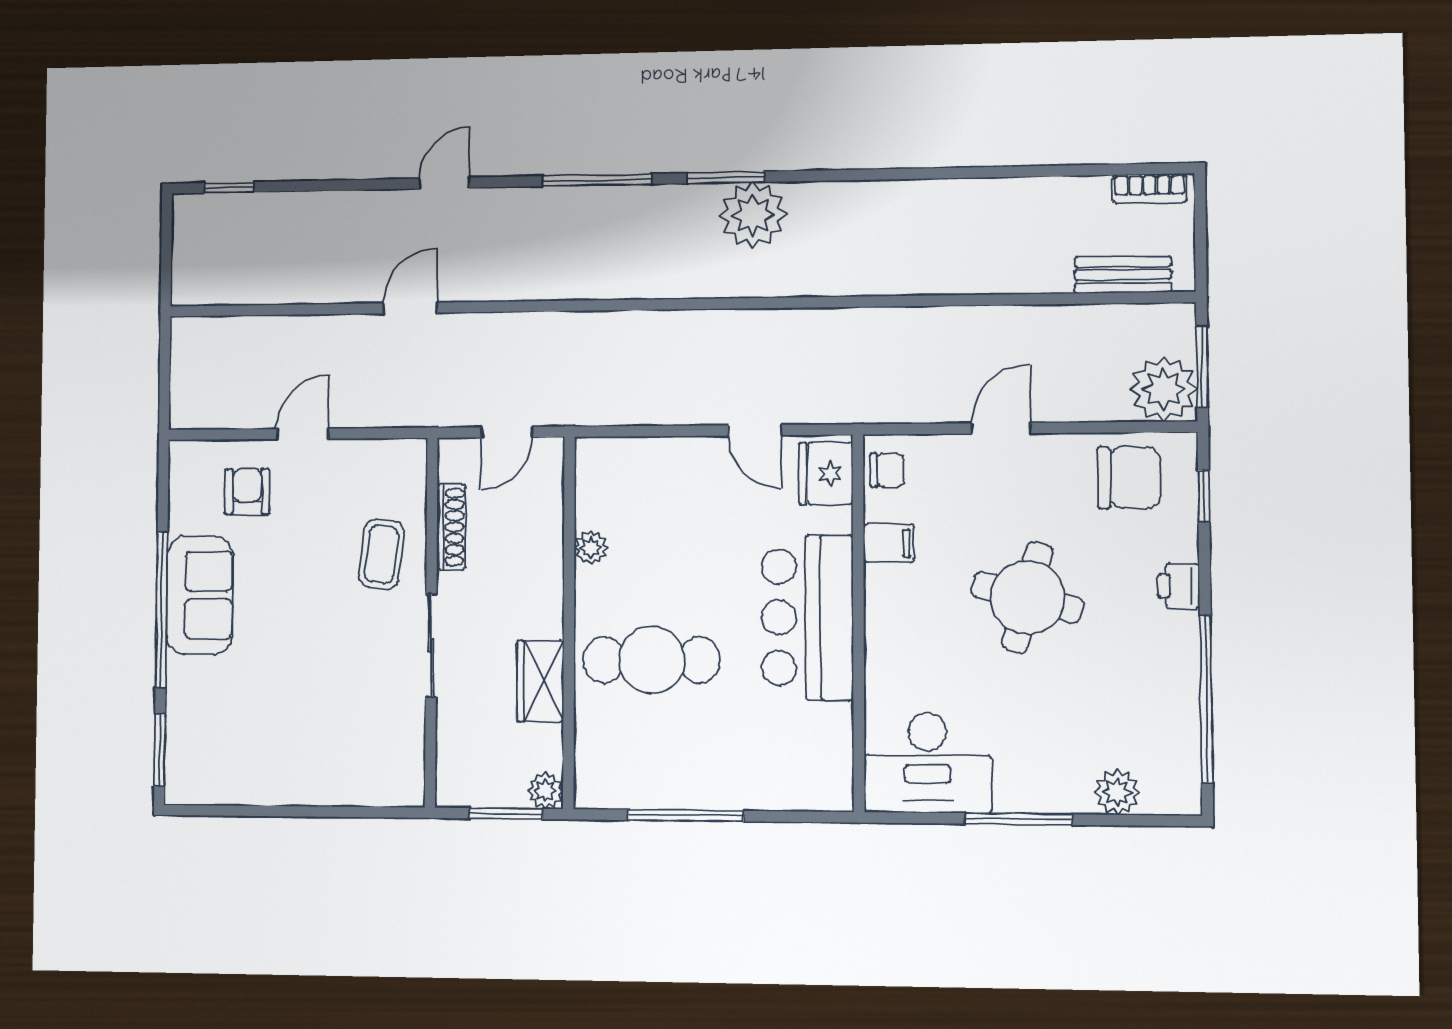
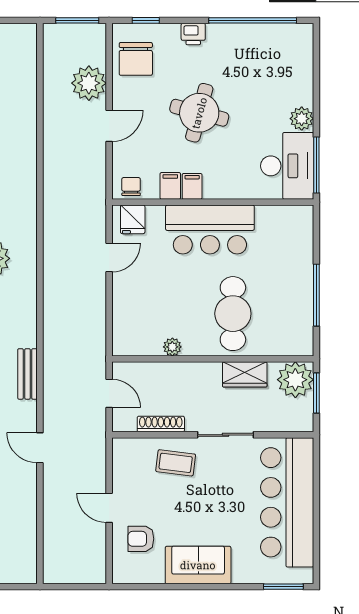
bench: (1123, 275) -> (27, 374), moved
plant: (1163, 389) -> (89, 83), moved
door: (1001, 428) -> (109, 126), swing flipped
fridge: (826, 474) -> (133, 219), width x0.72
chair: (1129, 478) -> (136, 59), turned 180
filing cabinet: (888, 584) -> (192, 186), added
window: (162, 610) -> (206, 587), removed
bar counter: (309, 758) -> (287, 502), added
plant: (546, 791) -> (295, 380), width x1.88, depth x1.88
plant: (1117, 792) -> (302, 119), moved
window: (1019, 819) -> (316, 165), moved

